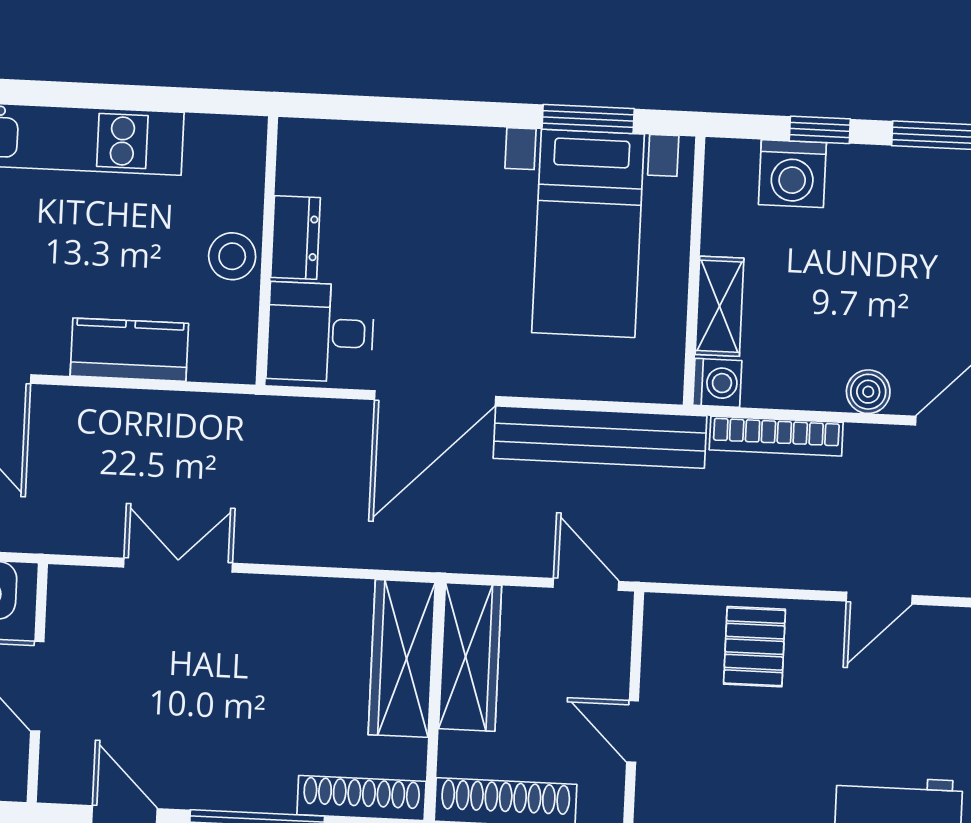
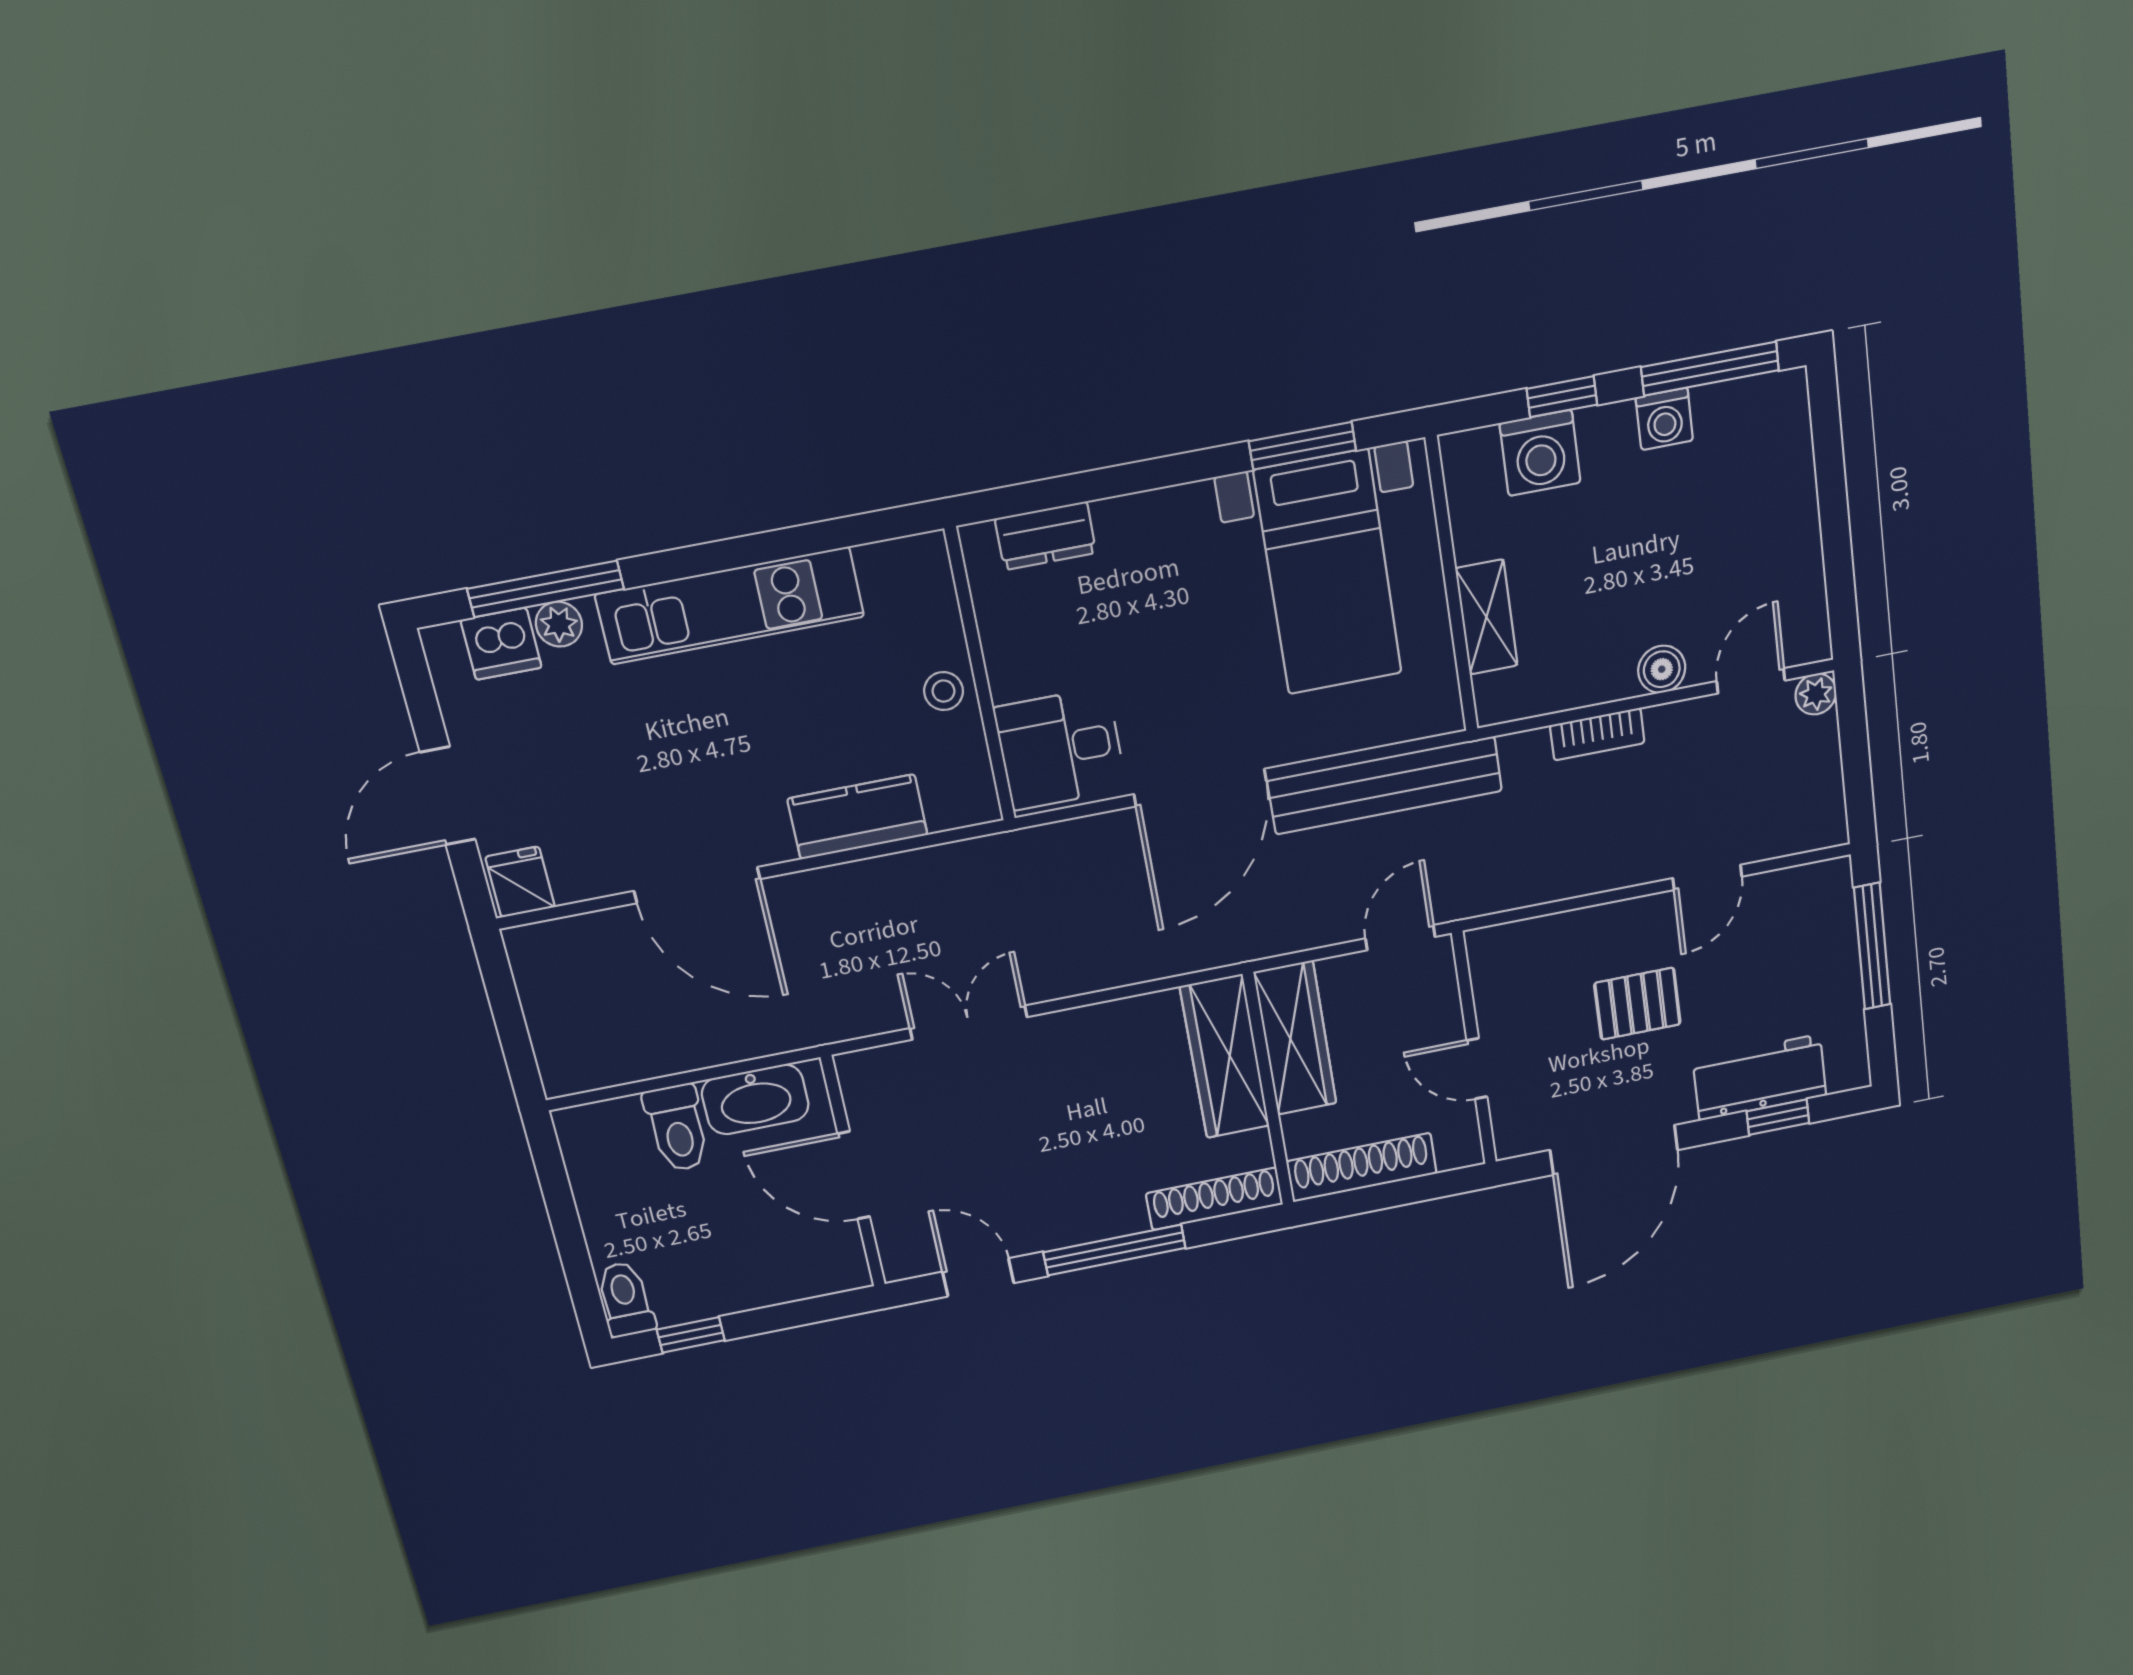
dresser: (295, 237) -> (1046, 536), moved, turned 90
stool: (232, 256) -> (944, 691), width x0.73, depth x0.73
washing machine: (717, 383) -> (1664, 419), moved, turned 90
bookcase: (776, 436) -> (1597, 734), width x0.64
door: (586, 584) -> (1400, 938), hinge flipped
pallet: (754, 647) -> (1637, 1004), moved, turned 90

